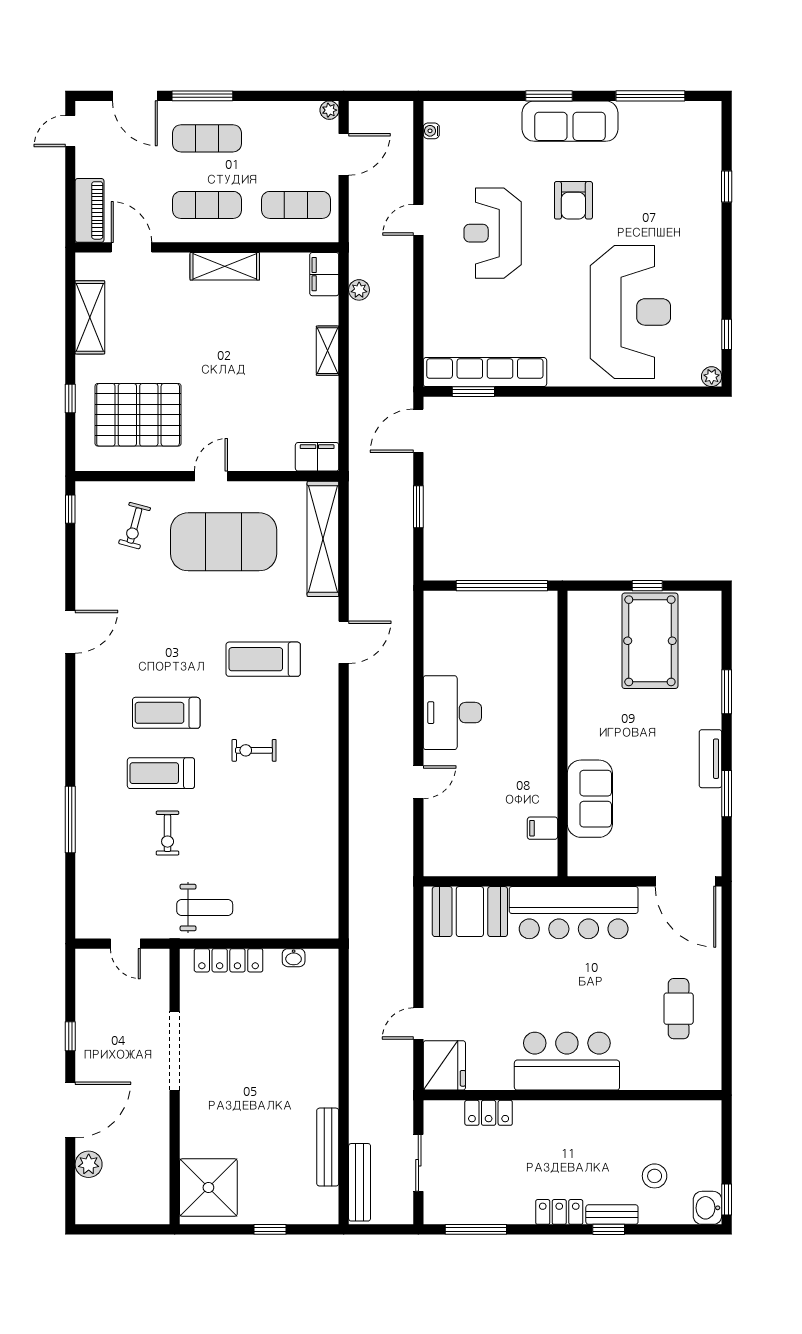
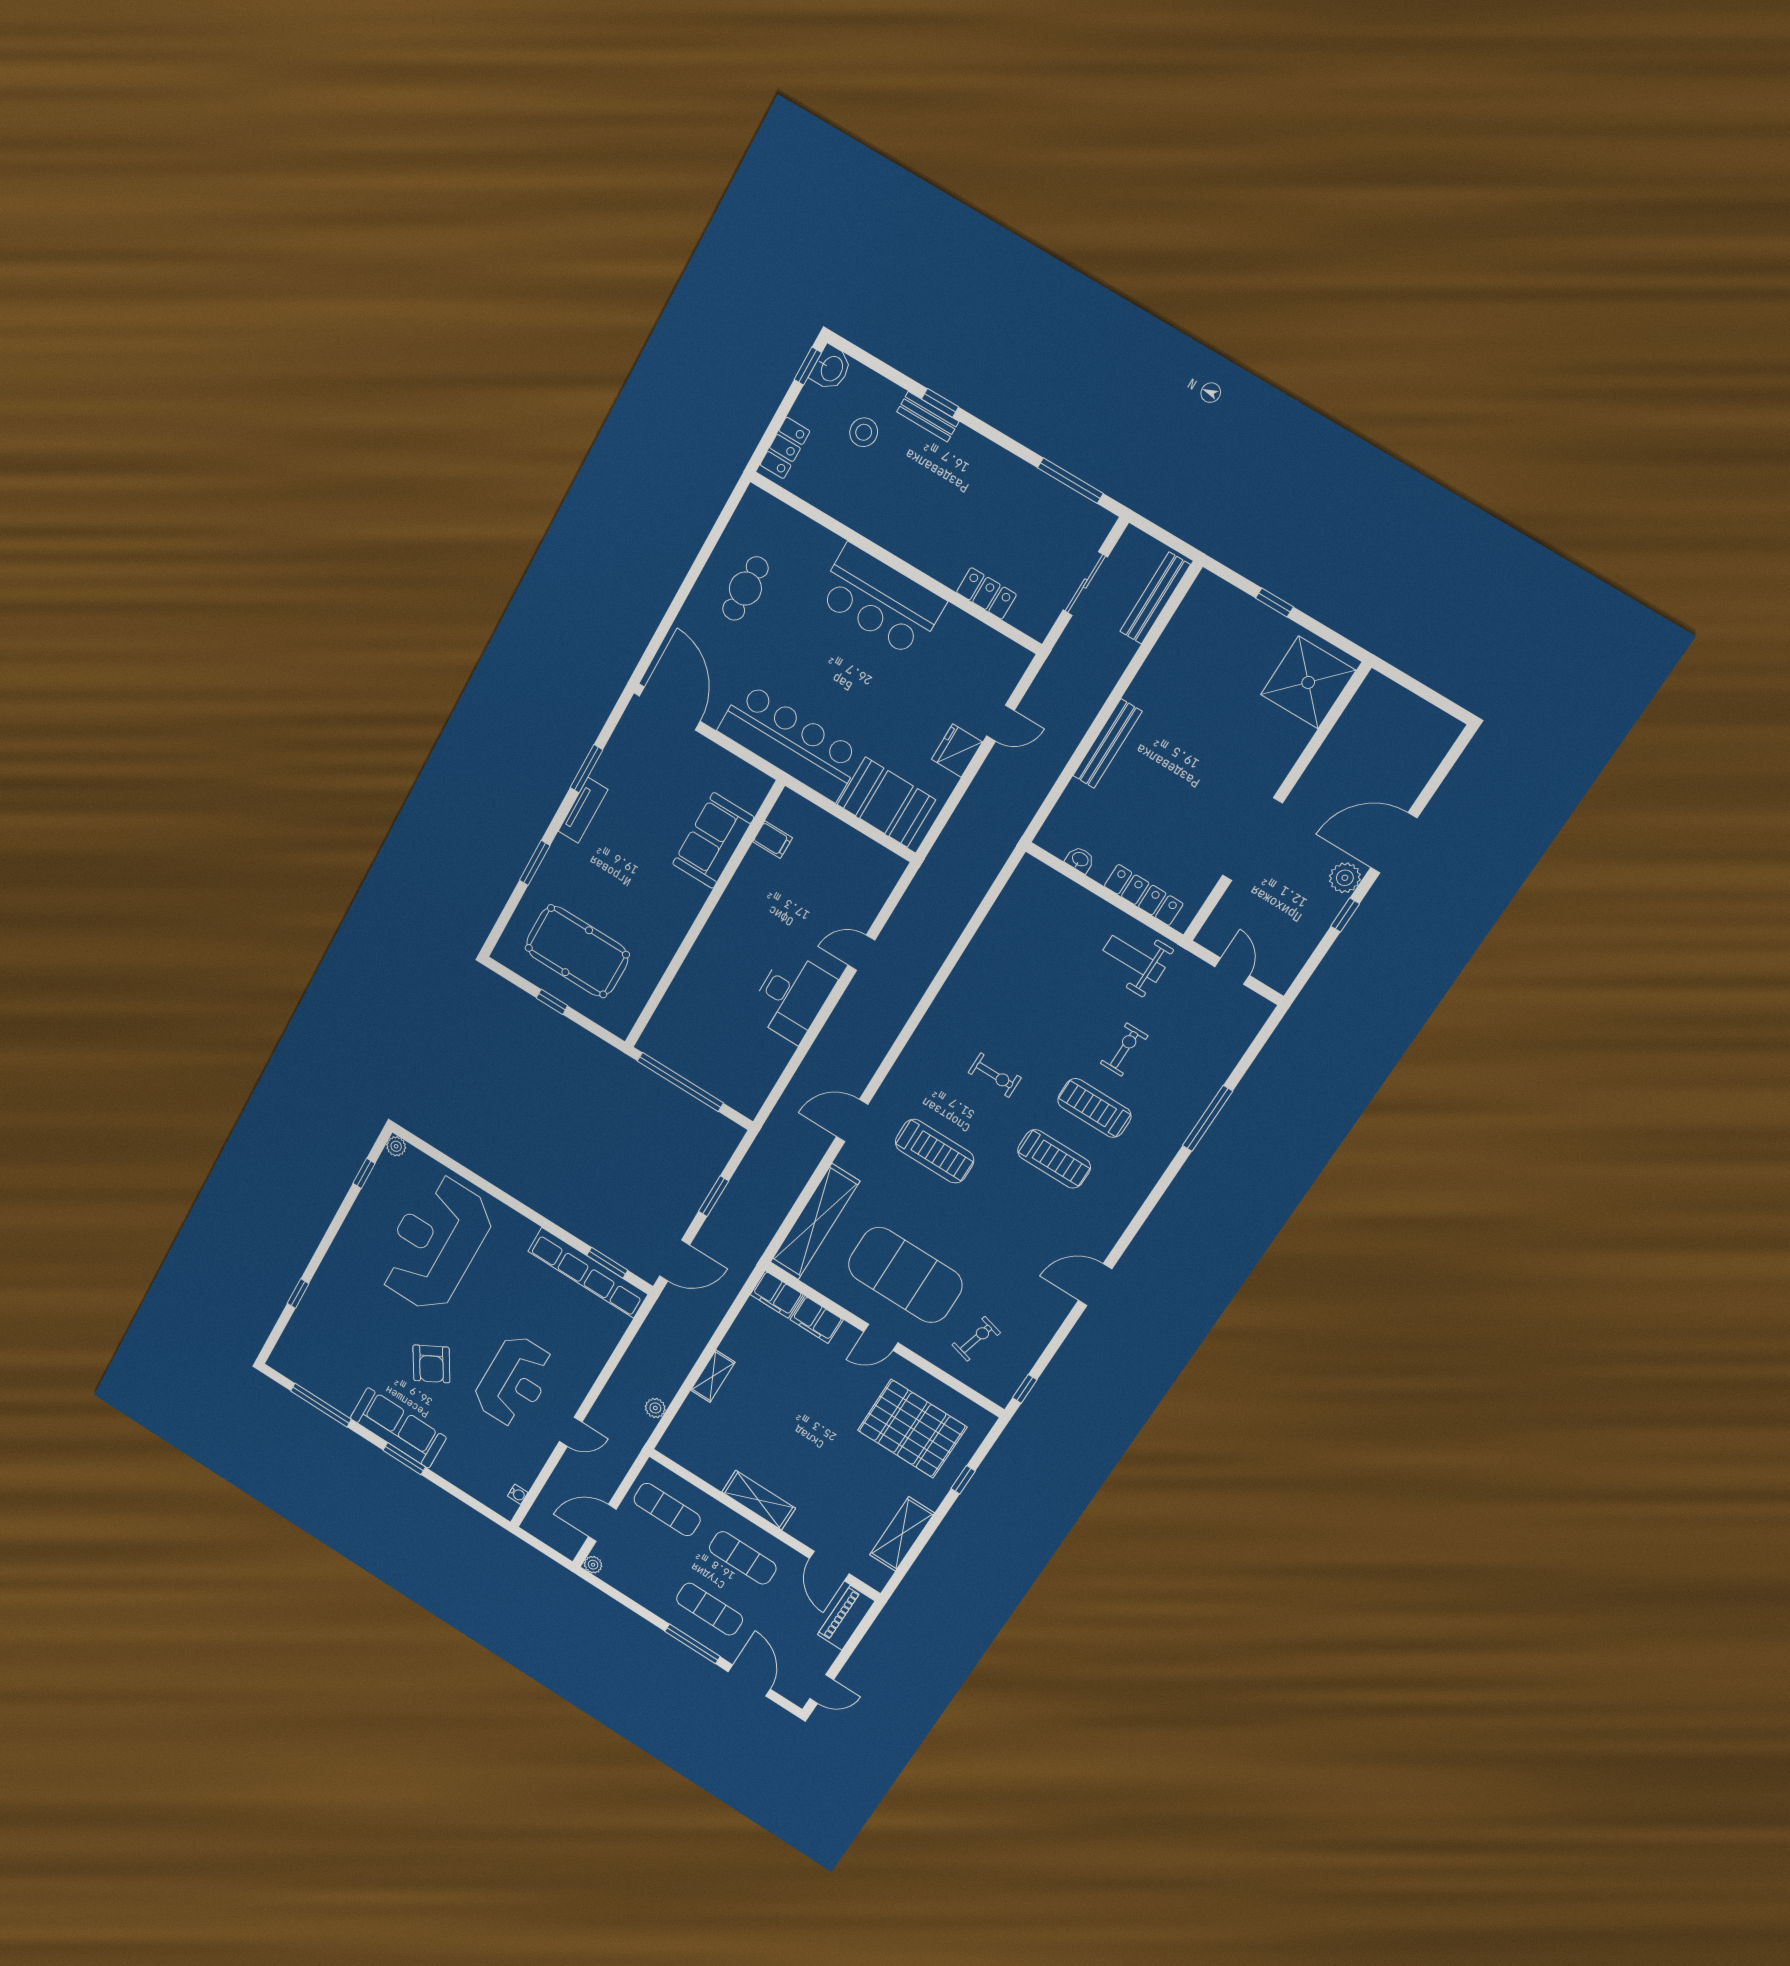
armchair: (573, 200) -> (431, 1364), turned 150
filing cabinet: (324, 274) -> (817, 1320), moved, turned 90
pool table: (650, 641) -> (577, 951), turned 90
treadmill: (161, 773) -> (1094, 1108), turned 180
fridge: (444, 1065) -> (957, 751), moved, width x0.73, depth x0.75
bench: (328, 1147) -> (1107, 744), moved
plant: (89, 1164) -> (1345, 878), moved
locker: (559, 1212) -> (785, 448), moved, turned -90

